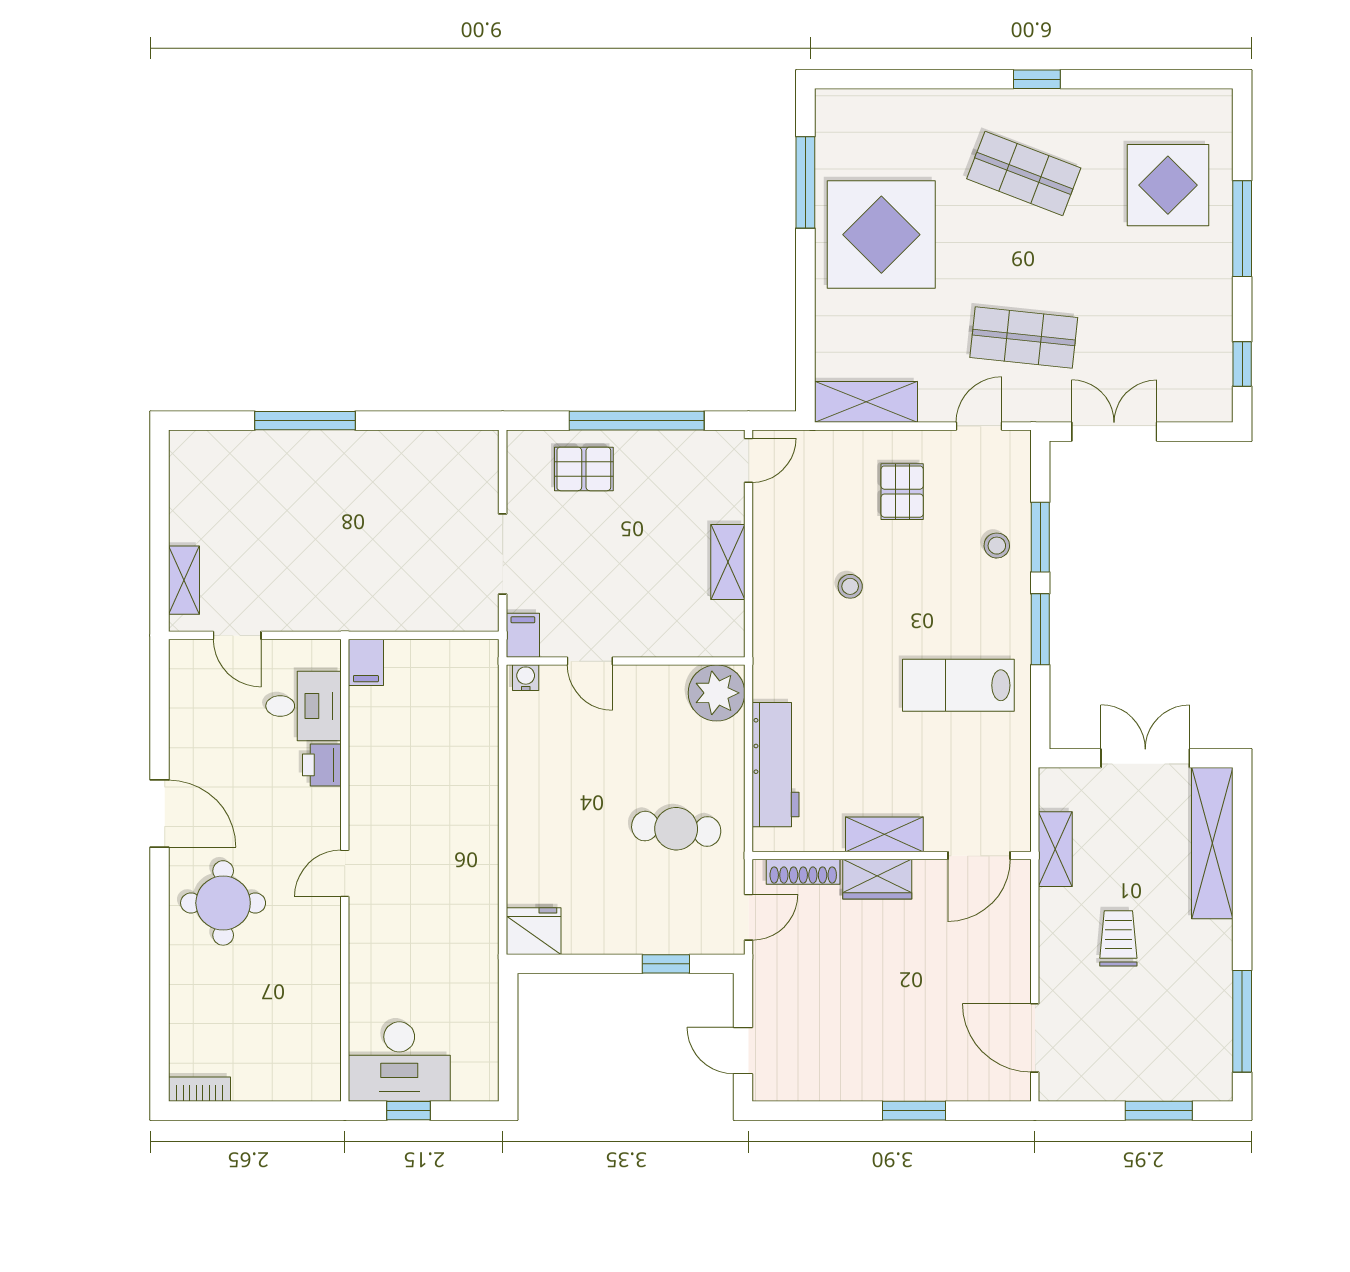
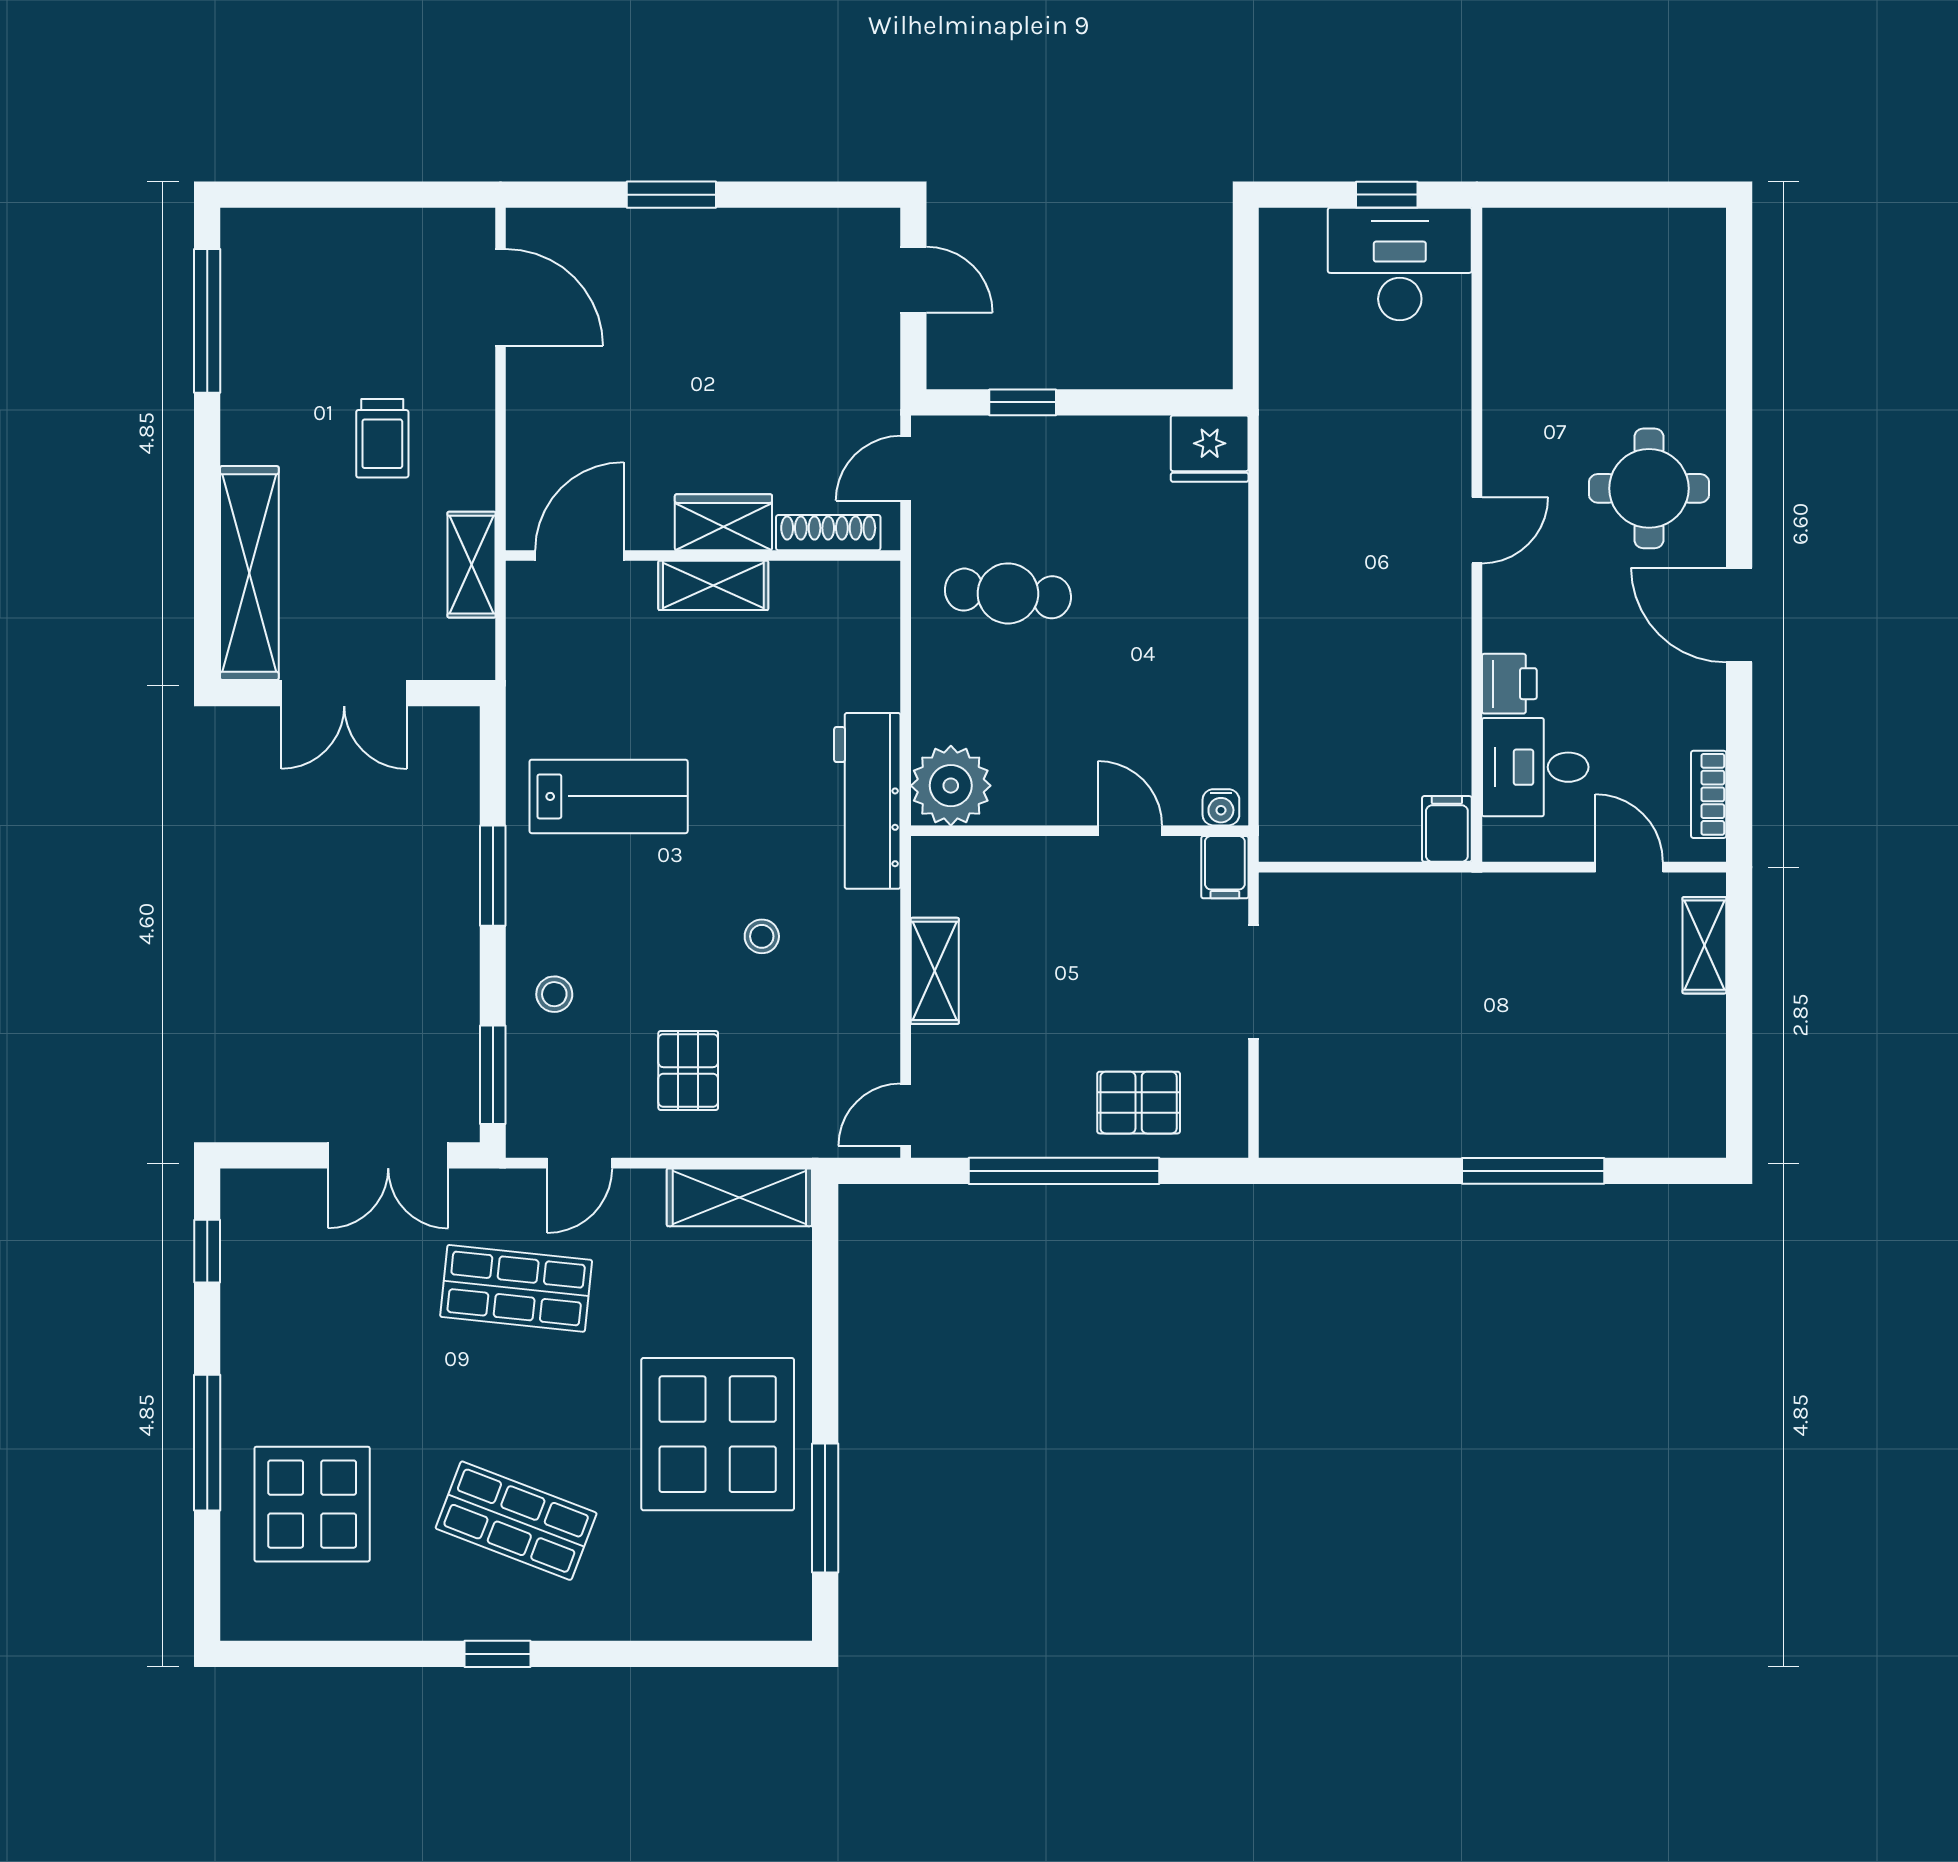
window: (1040, 537) -> (493, 1075), moved
workbench: (776, 765) -> (867, 801), moved
bookcase: (199, 1089) -> (1709, 794), moved, turned 90
window: (1159, 1111) -> (325, 195), removed

